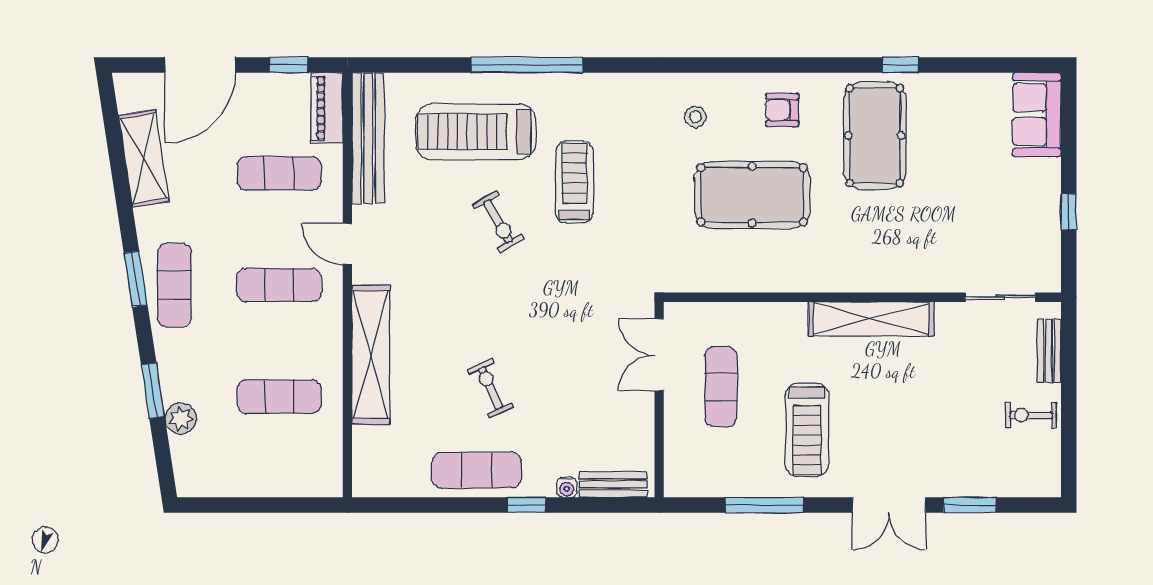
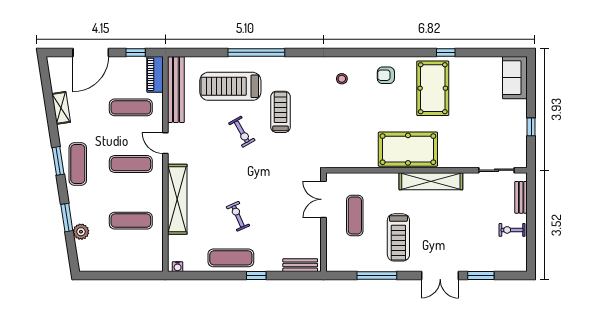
shelving: (144, 158) -> (61, 108), width x0.67, depth x0.75
pool table: (752, 195) -> (408, 149), moved
water cooler: (567, 487) -> (178, 267), moved

